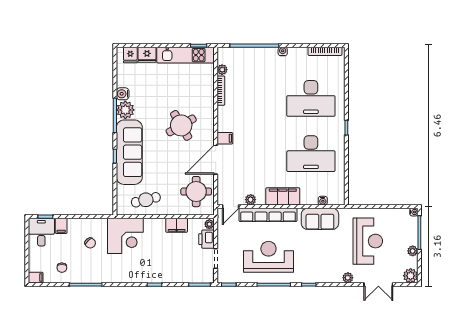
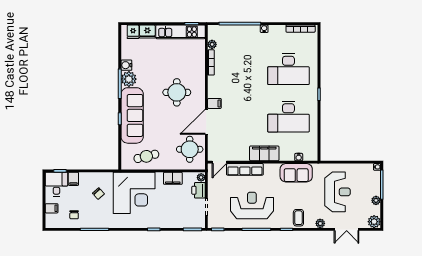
round table: (181, 125) -> (177, 92), turned 30
plant: (251, 200) -> (236, 156), removed
row of seats: (268, 215) -> (245, 169), width x0.73
corner desk: (125, 236) -> (134, 193), width x1.36, depth x1.36
coffee table: (323, 271) -> (298, 218), added
filing cabinet: (36, 278) -> (52, 208), moved

